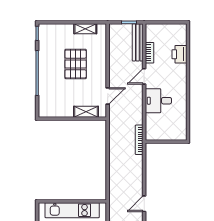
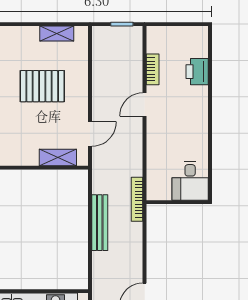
bench: (138, 42) -> (100, 223), moved
pallet: (76, 64) -> (42, 86), turned 90
desk: (158, 101) -> (190, 181), moved, turned -90

